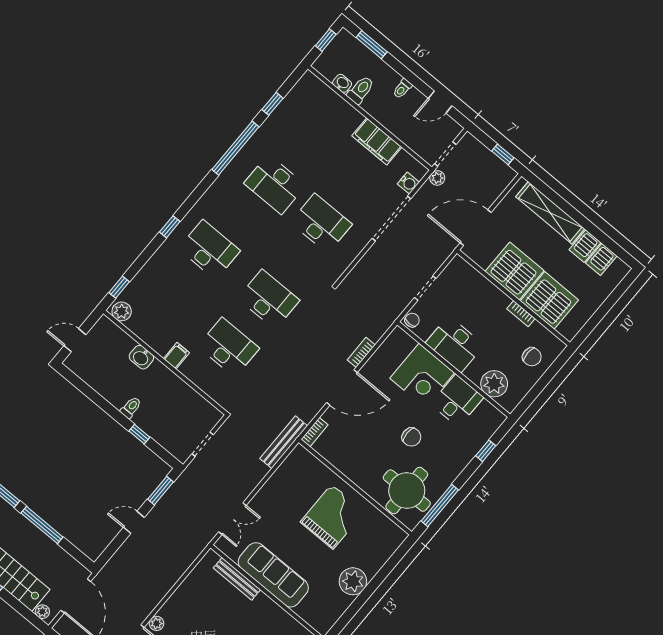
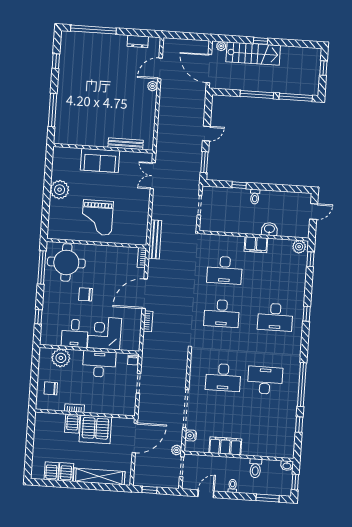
washbasin: (342, 83) -> (287, 466), moved
server rack: (549, 300) -> (72, 424), width x0.46, depth x0.70
filing cabinet: (177, 356) -> (256, 245), width x2.00
sofa: (273, 575) -> (100, 160), width x0.73

